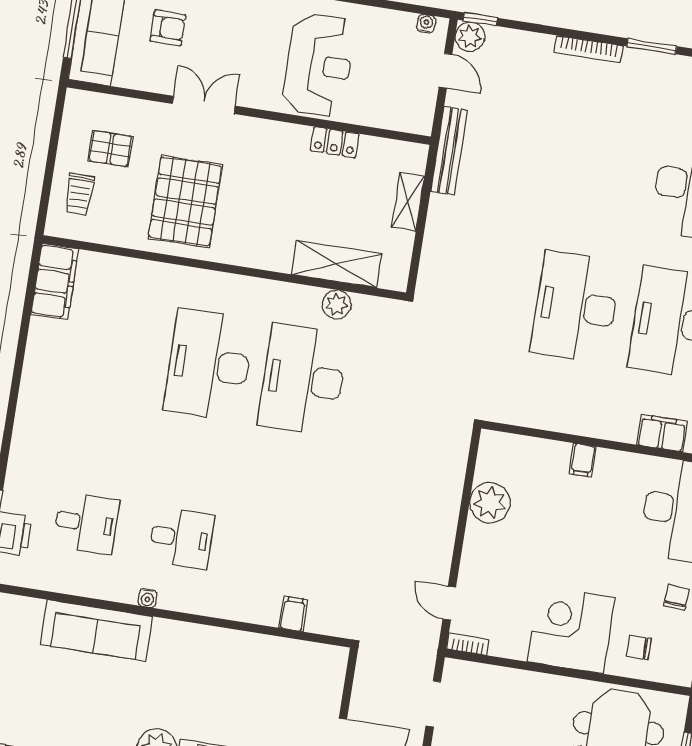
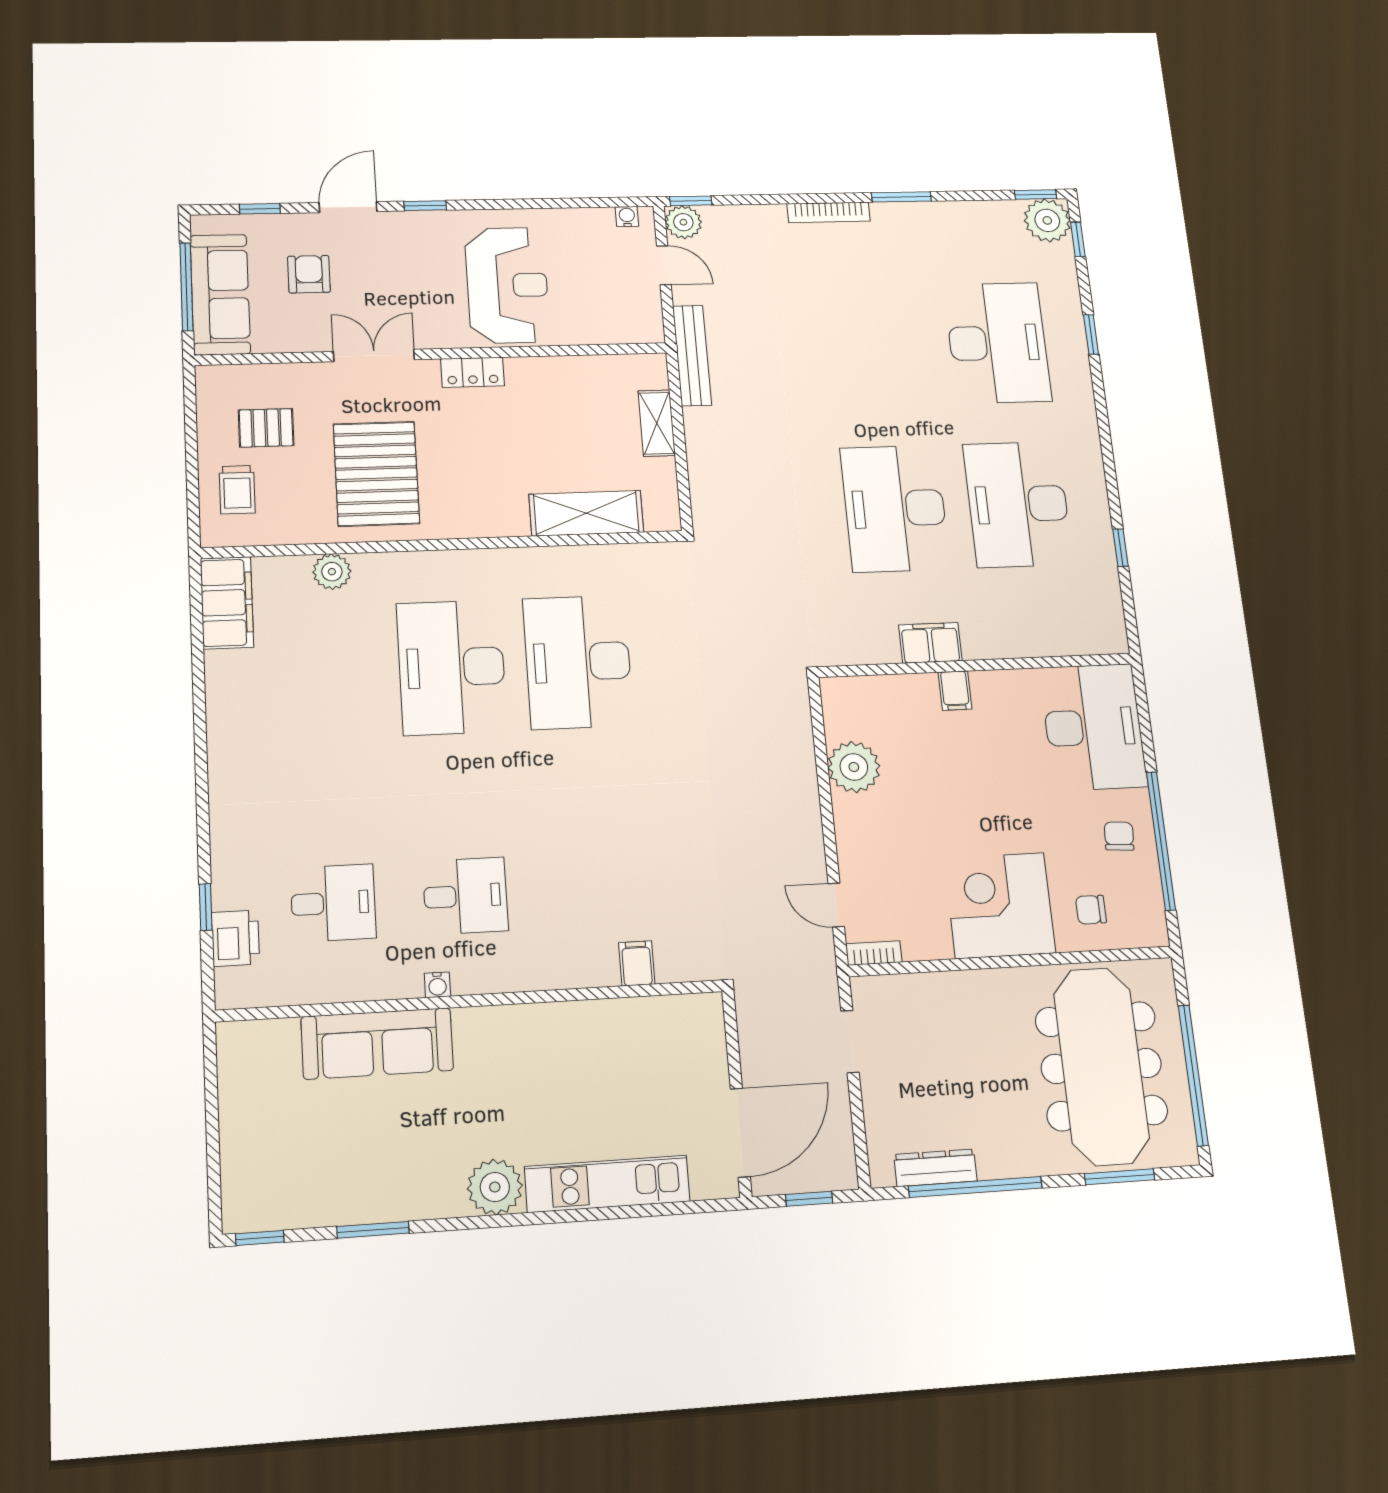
armchair: (168, 28) -> (309, 274), turned -90
locker: (335, 142) -> (473, 372), moved
plant: (337, 304) -> (332, 572), moved
filing cabinet: (662, 433) -> (930, 643), moved

